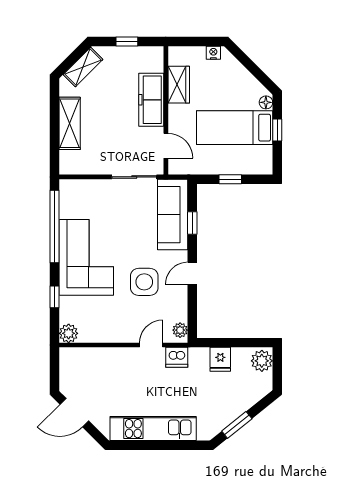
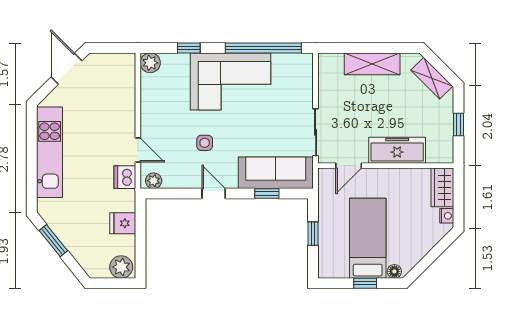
wardrobe: (179, 85) -> (442, 187), moved, turned 90
side table: (144, 282) -> (205, 143), width x0.54, depth x0.54

